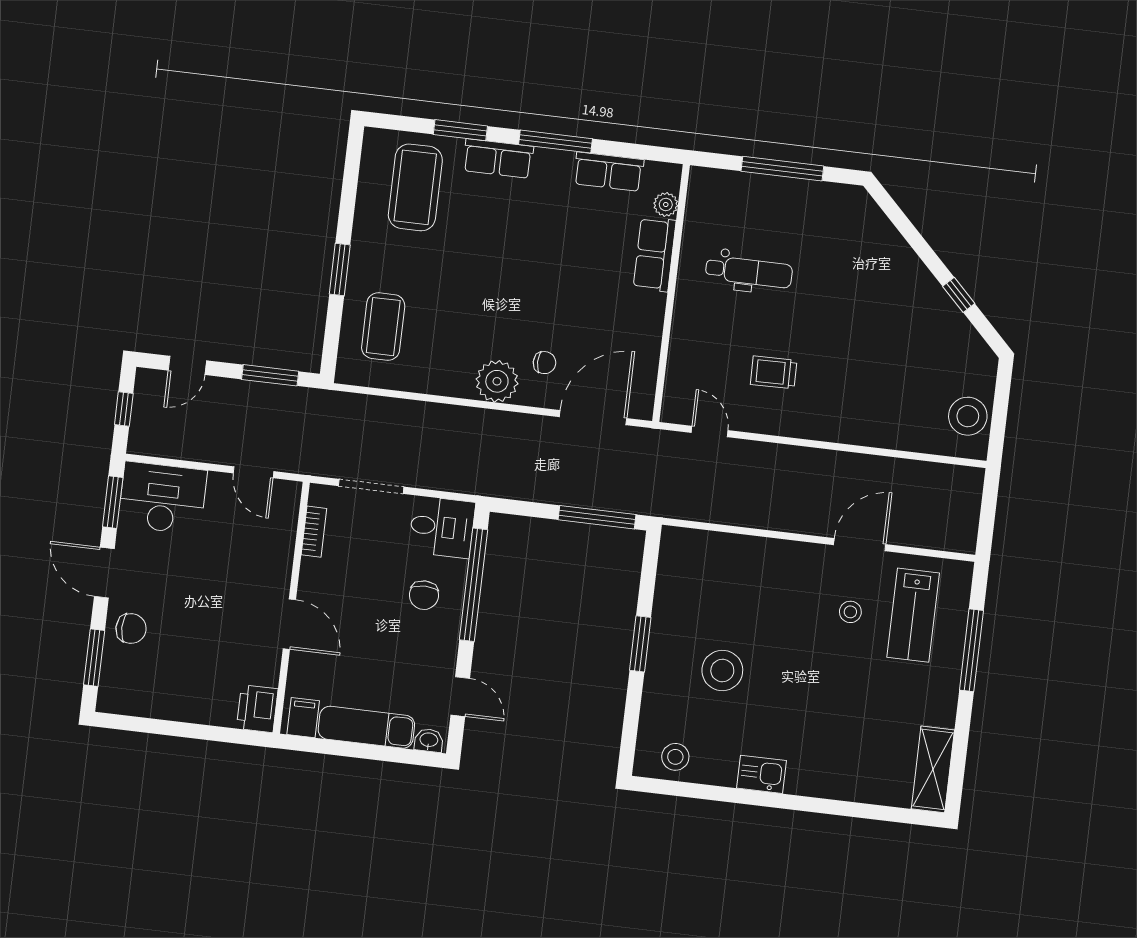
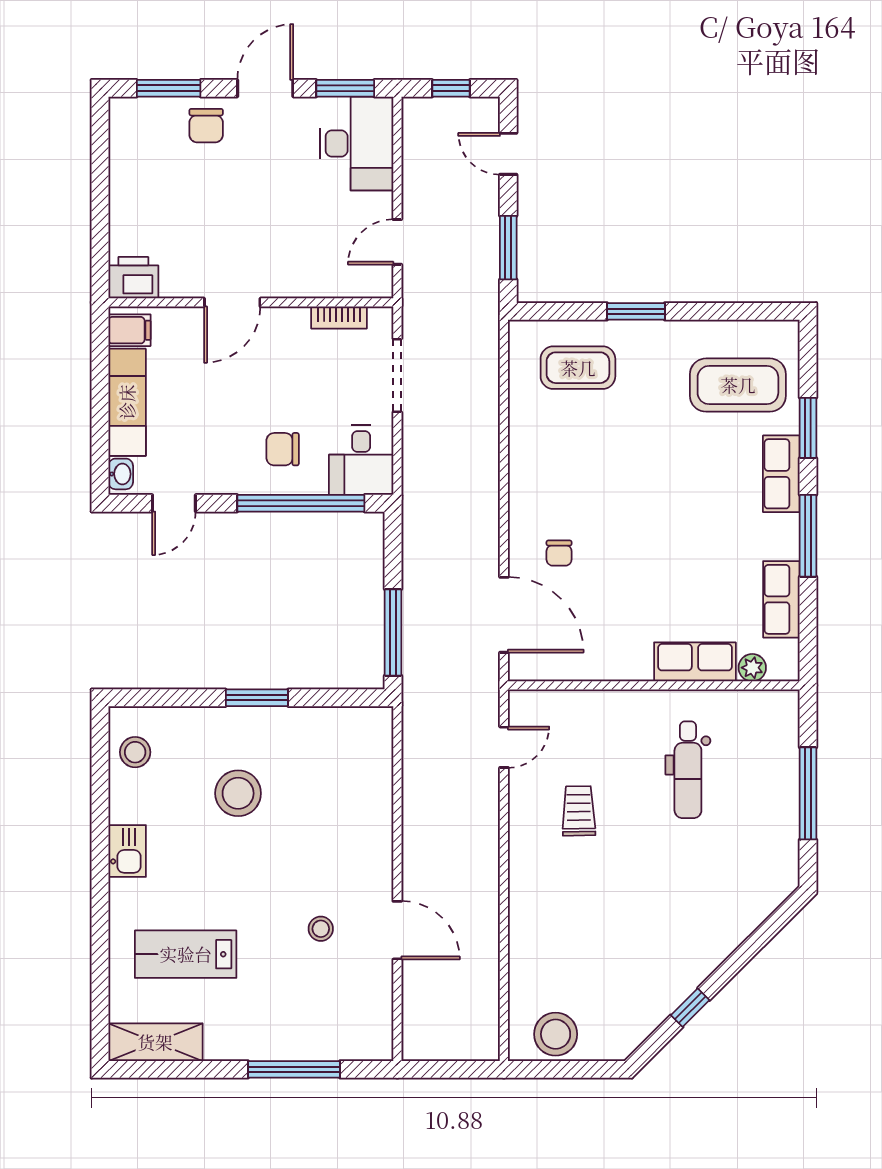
plant: (497, 381) -> (532, 502), removed
lab bench: (913, 615) -> (186, 954), moved

